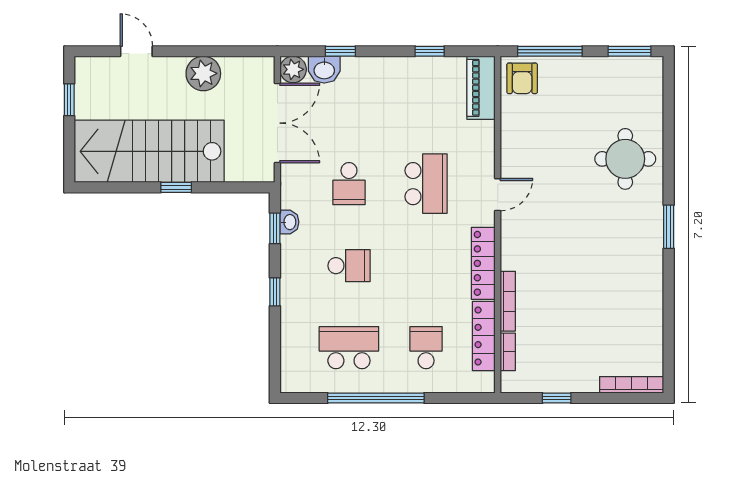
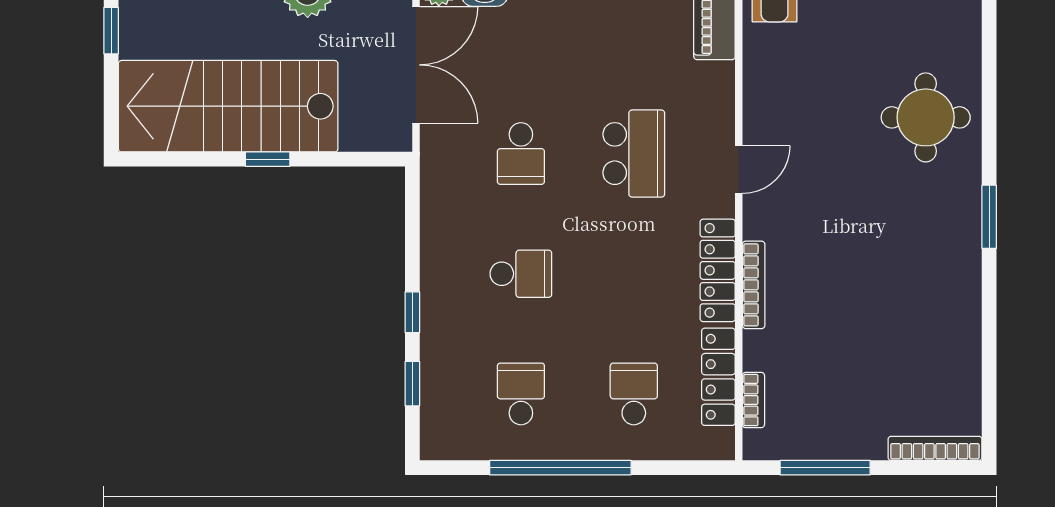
washbasin: (289, 222) -> (434, 210), removed
window: (275, 228) -> (412, 384), moved
bookcase: (508, 301) -> (754, 285), moved
school desk: (349, 348) -> (521, 394), width x0.54
window: (557, 398) -> (825, 468), width x2.17

